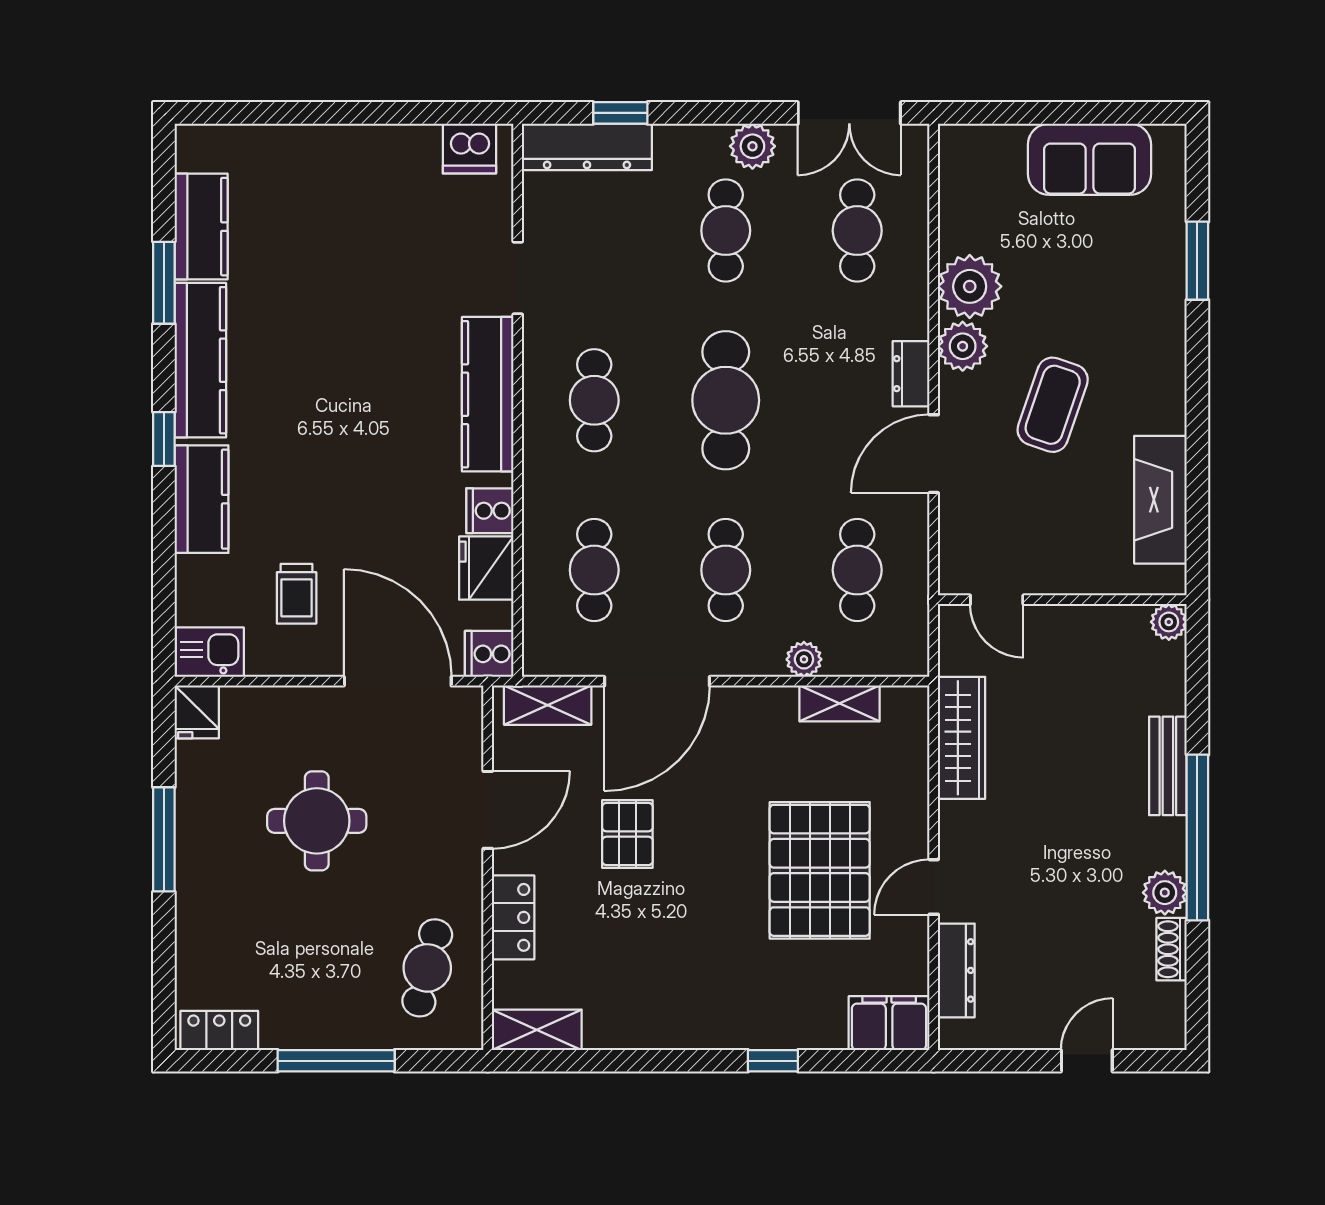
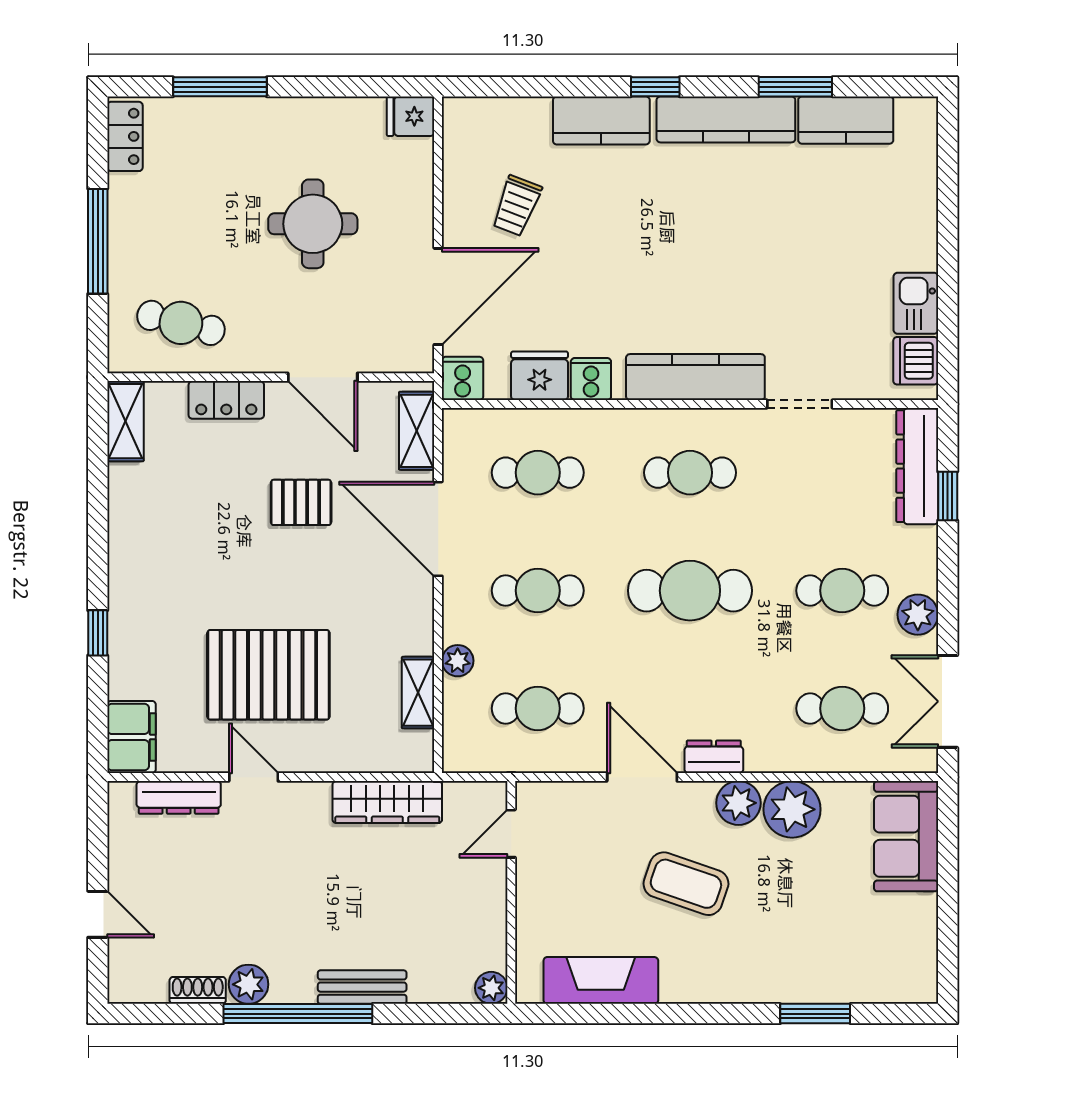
sofa: (1090, 159) -> (906, 836), moved
trolley: (297, 594) -> (517, 206), turned -69
kitchen sink: (210, 652) -> (916, 303), moved, turned 180
window: (164, 839) -> (220, 87), moved

